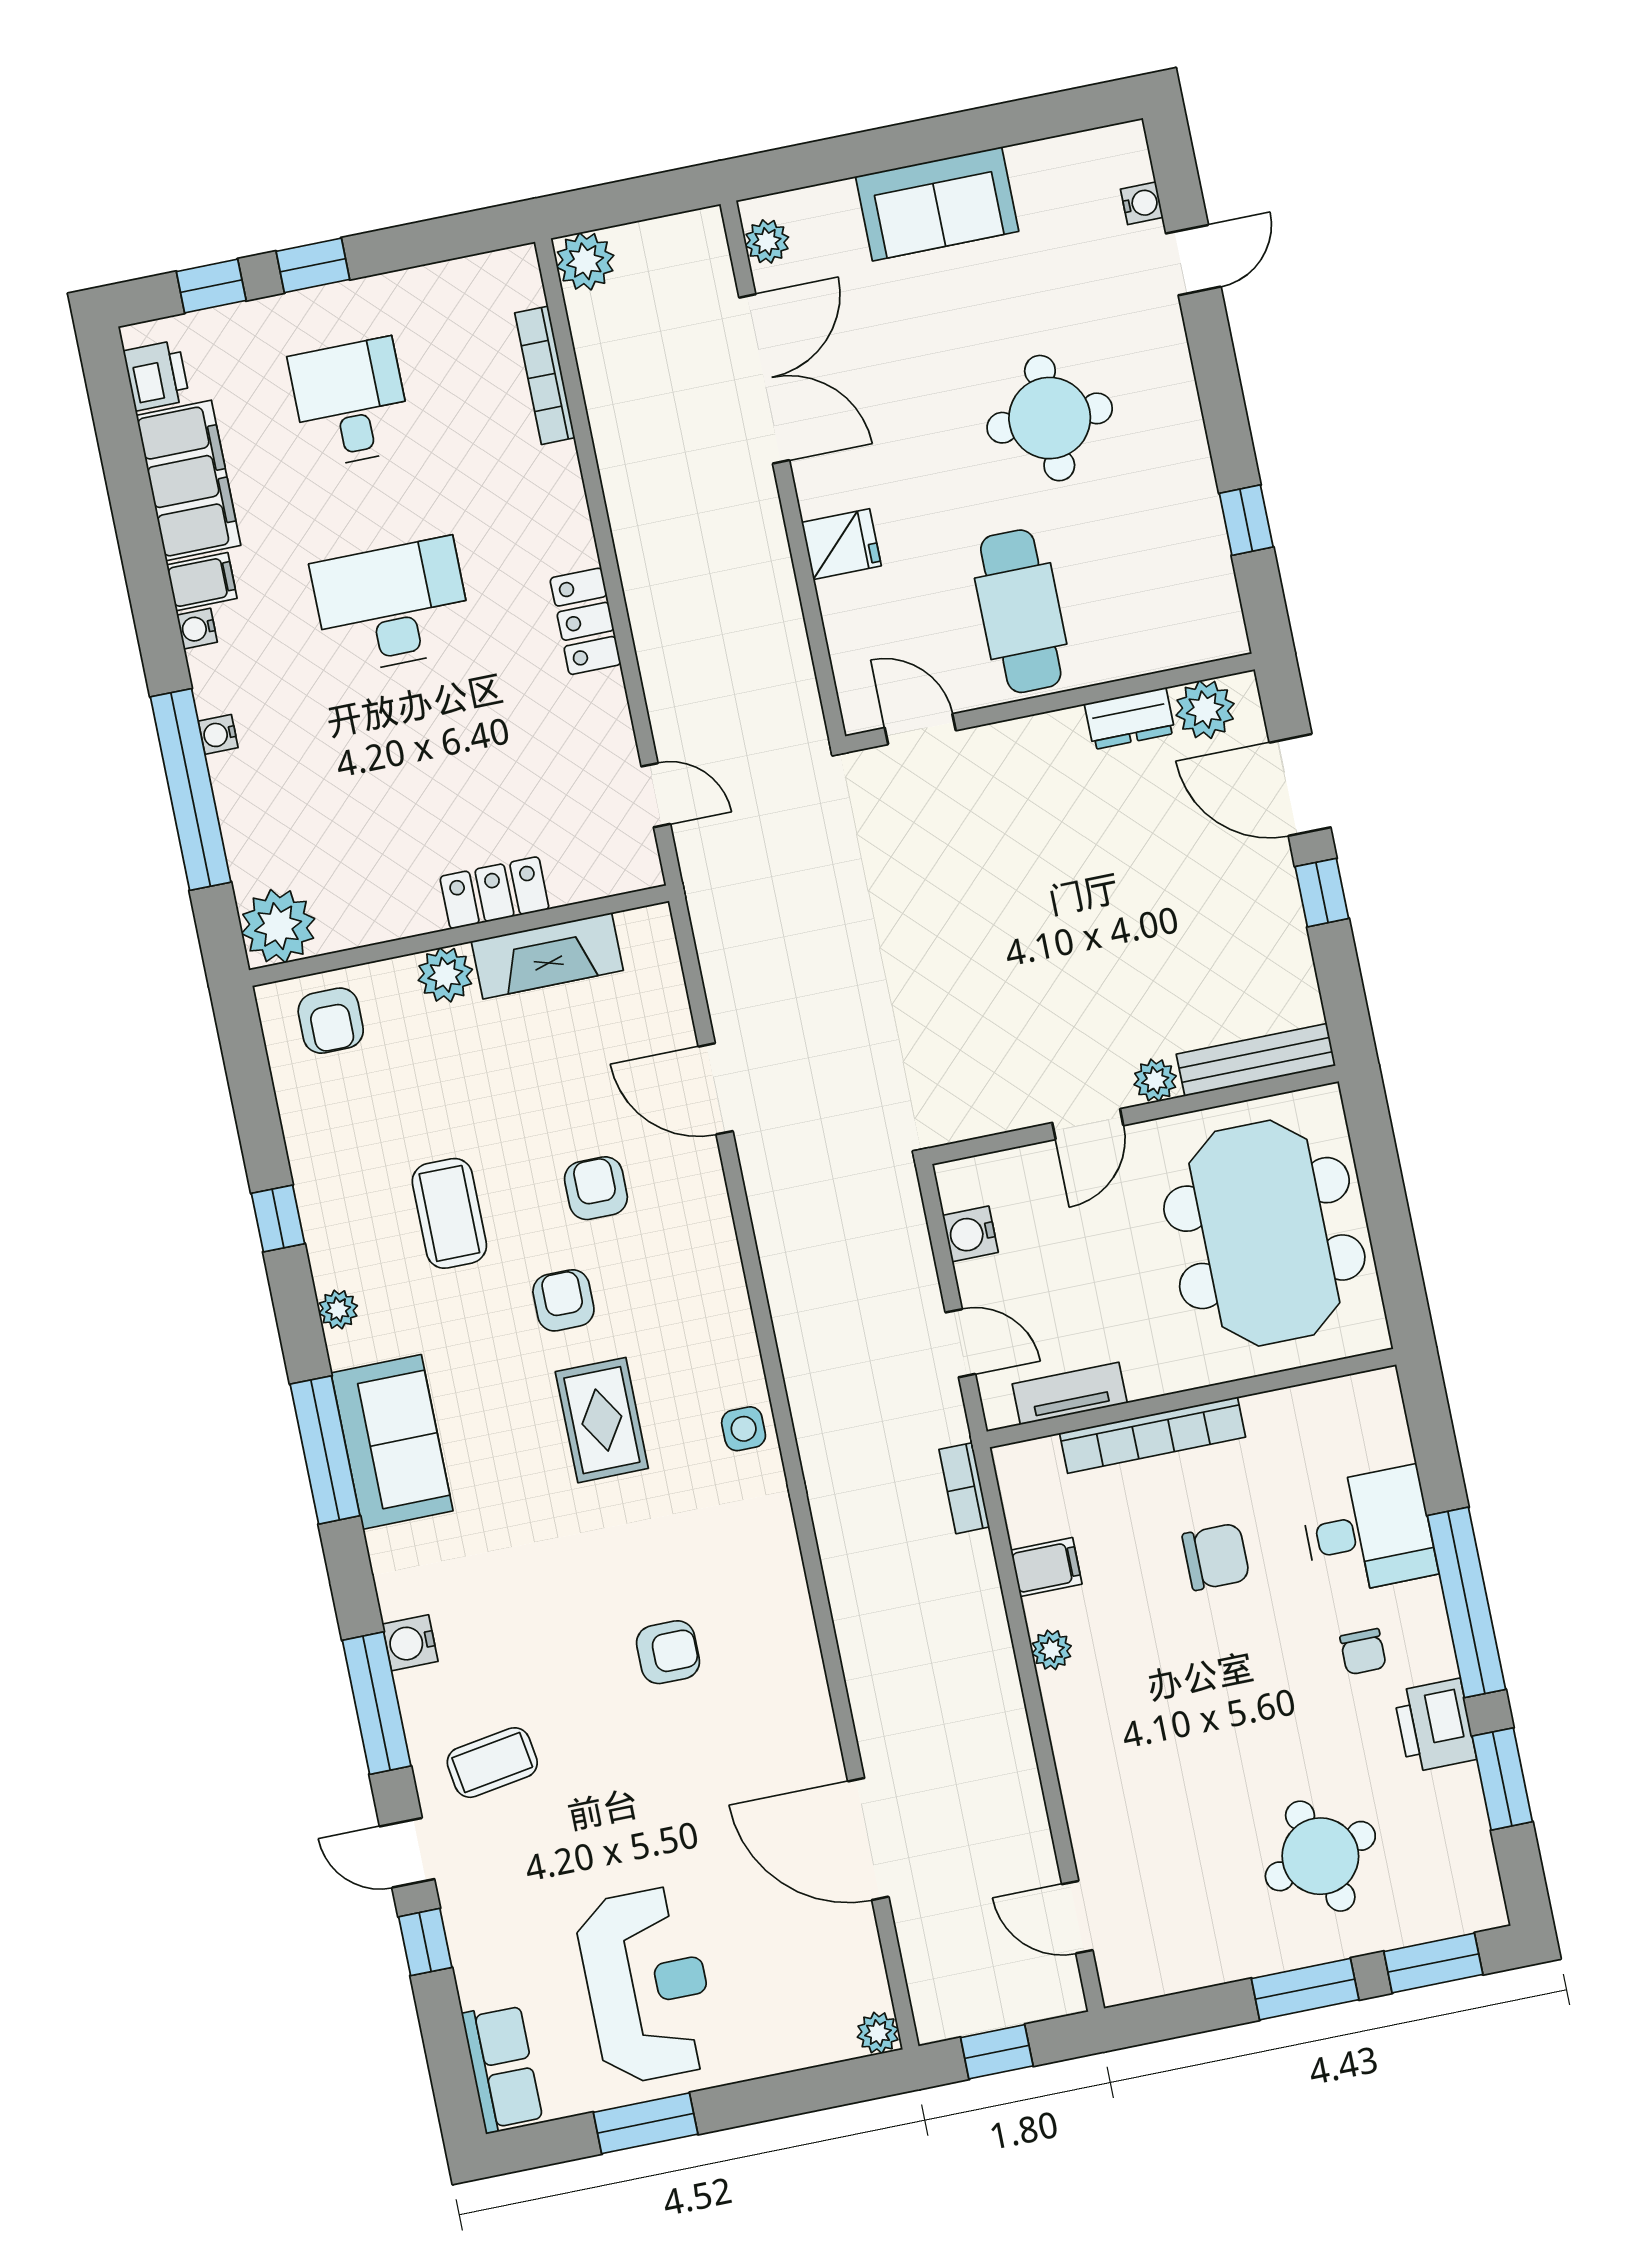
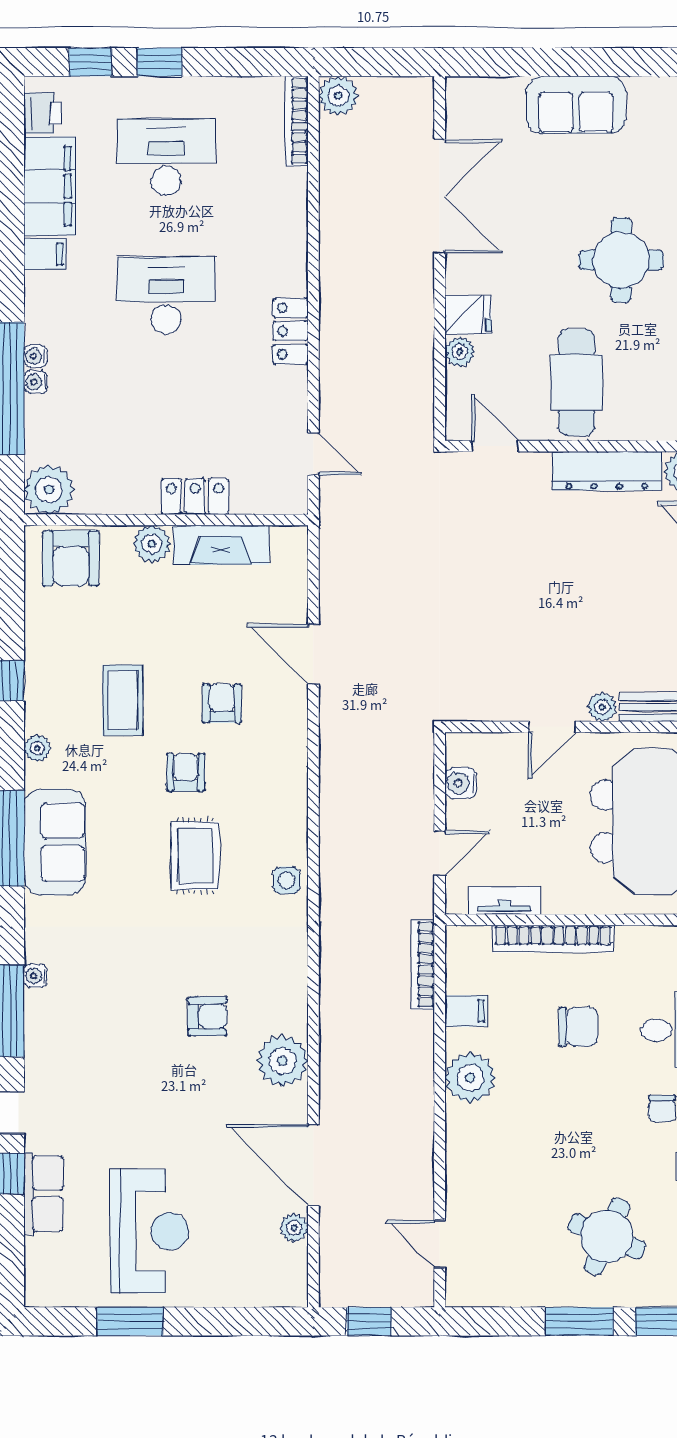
plant: (767, 241) -> (460, 352), moved
bookcase: (545, 375) -> (297, 121), moved
desk: (351, 403) -> (166, 157), width x1.37
water cooler: (197, 629) -> (36, 382), moved
dresser: (1130, 718) -> (607, 471), width x1.96, depth x1.24
armchair: (331, 1021) -> (71, 558), width x1.38, depth x1.38
door: (960, 1343) -> (440, 853), hinge flipped
bookcase: (964, 1488) -> (423, 965), width x1.56
water cooler: (410, 1643) -> (35, 976), width x0.72, depth x0.72
plant: (1052, 1650) -> (470, 1078), width x1.87, depth x1.87
plant: (792, 1695) -> (282, 1061), added
coffee table: (492, 1763) -> (78, 1065), removed
round table: (1320, 1856) -> (607, 1236), turned 38
plant: (878, 2033) -> (294, 1228), moved
row of seats: (502, 2068) -> (44, 1193), moved

